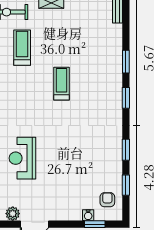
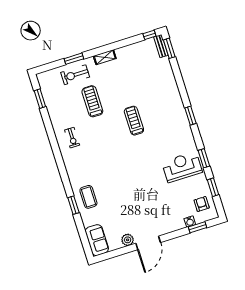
window: (126, 62) -> (169, 48), moved
reception desk: (22, 158) -> (182, 167), moved, turned 90

